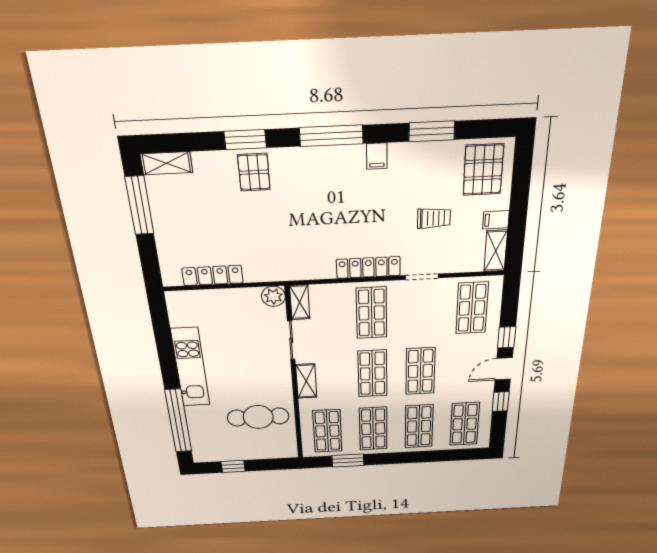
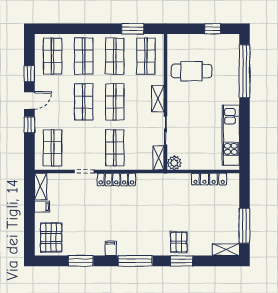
trolley: (434, 218) -> (78, 209), removed
kitchen unit: (190, 367) -> (231, 135), moved

